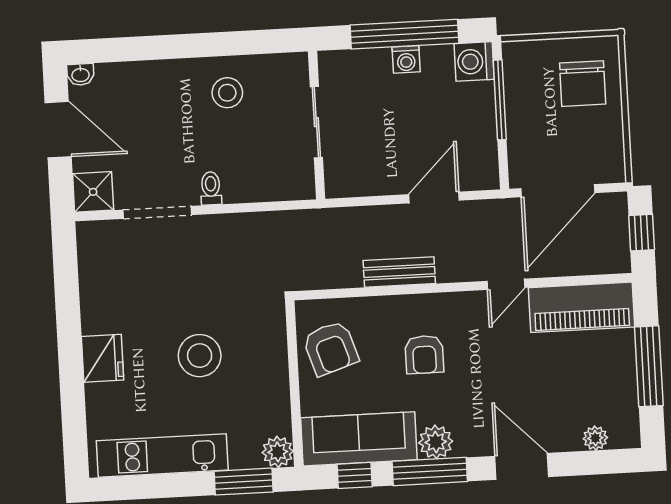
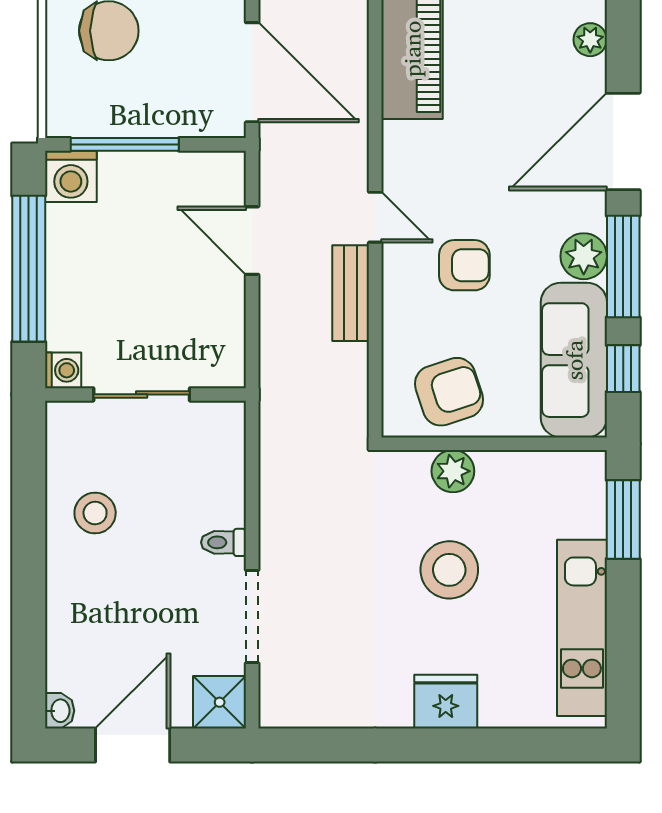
washing machine: (406, 59) -> (63, 370), moved
door: (506, 284) -> (375, 217), moved
plant: (278, 452) -> (453, 471), moved
door: (522, 466) -> (623, 141), width x1.36

